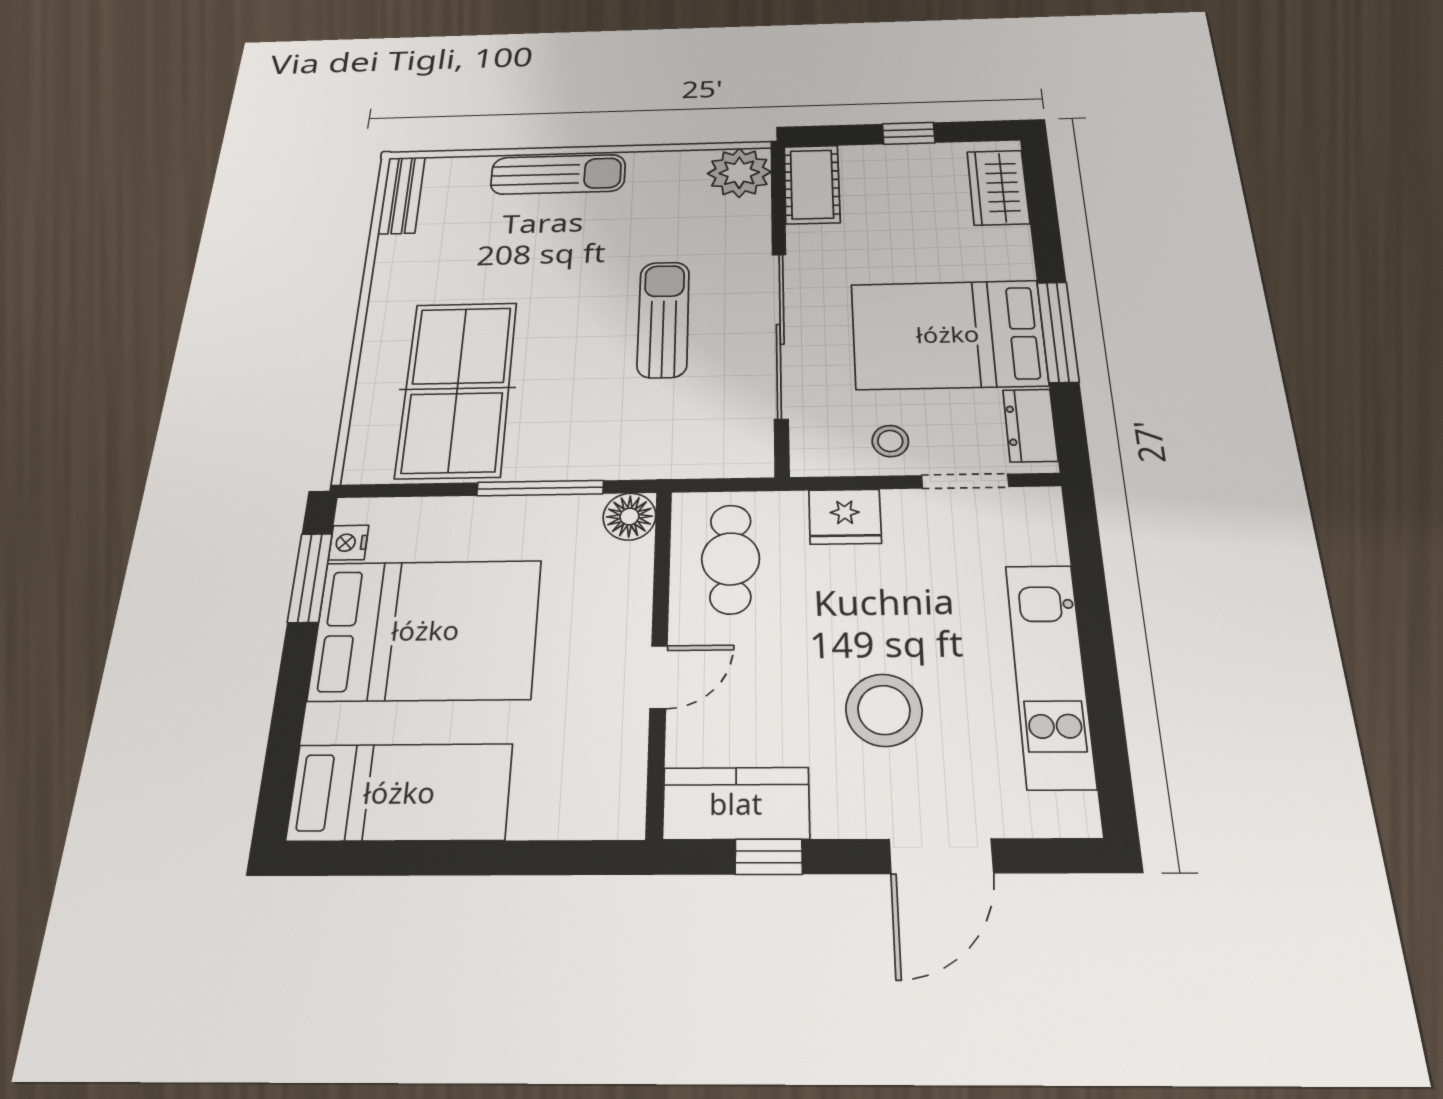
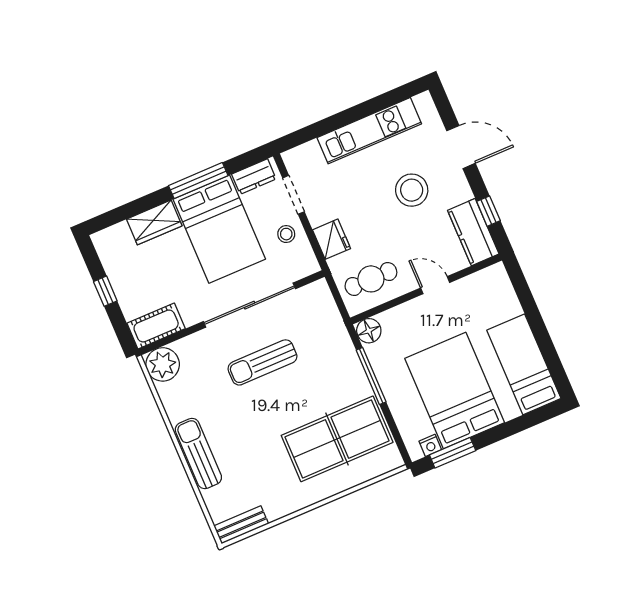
wardrobe: (998, 187) -> (154, 222), moved

